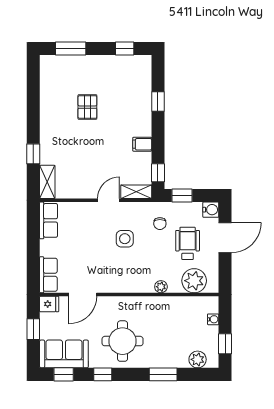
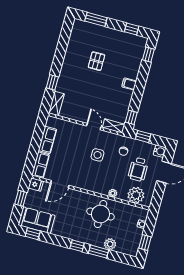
window: (158, 102) -> (148, 55), moved
filing cabinet: (142, 144) -> (129, 84), moved
door: (109, 200) -> (94, 127), hinge flipped
row of seats: (49, 220) -> (47, 140), moved
wheelchair: (188, 243) -> (138, 169), turned 180
round table: (123, 341) -> (100, 214), moved
plant: (198, 359) -> (110, 244), moved
window: (103, 374) -> (77, 246), moved

